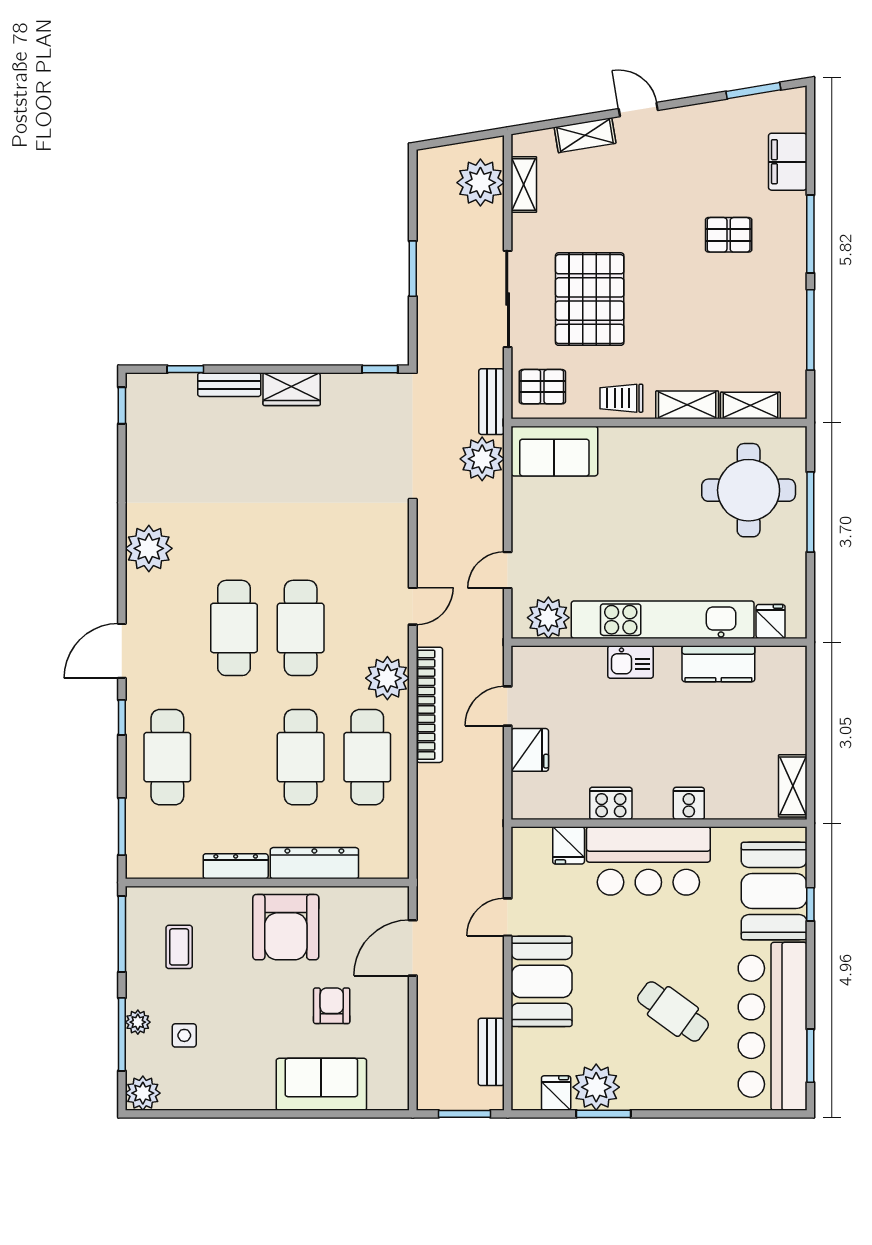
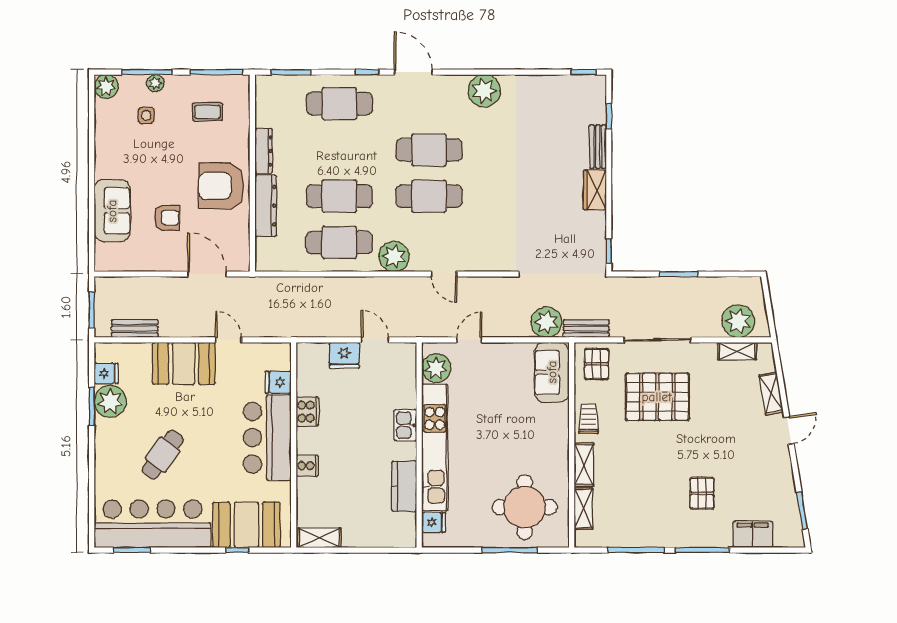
door: (508, 570) -> (469, 340), hinge flipped
bookcase: (429, 705) -> (376, 286), removed

